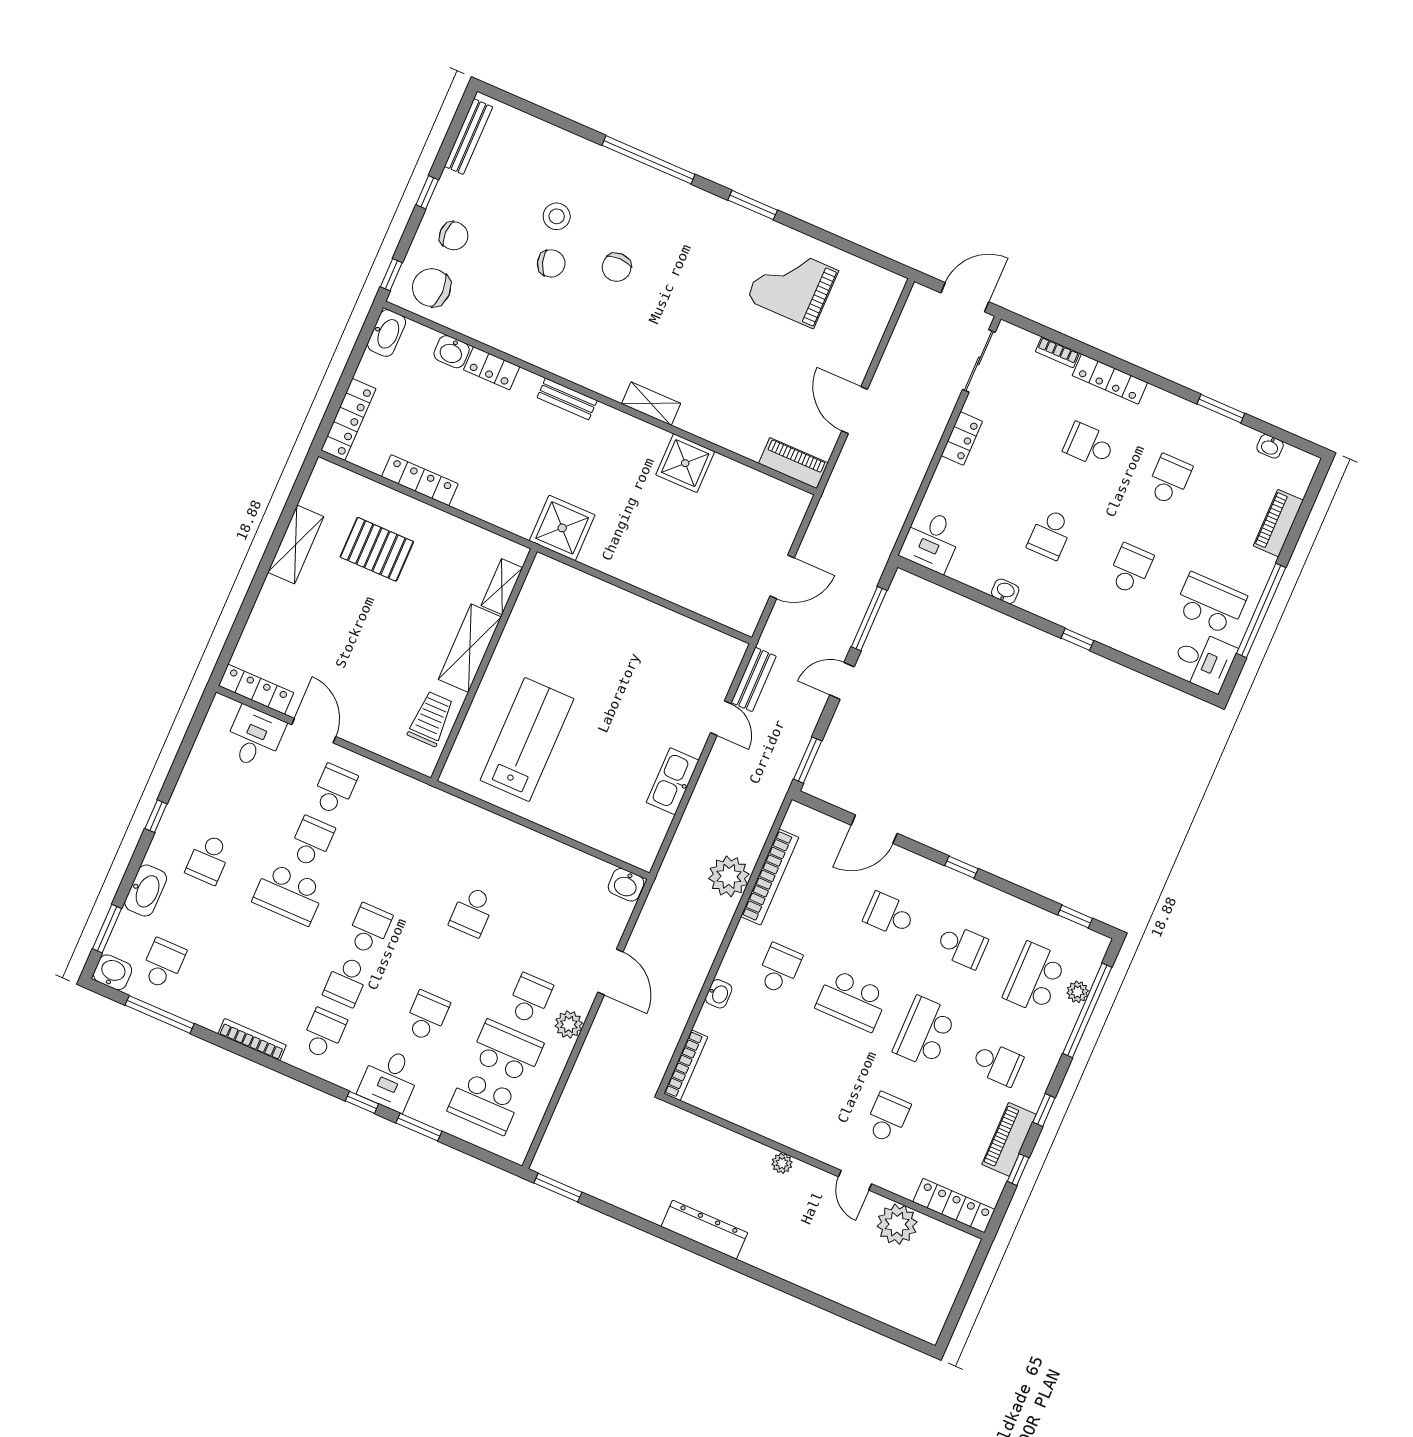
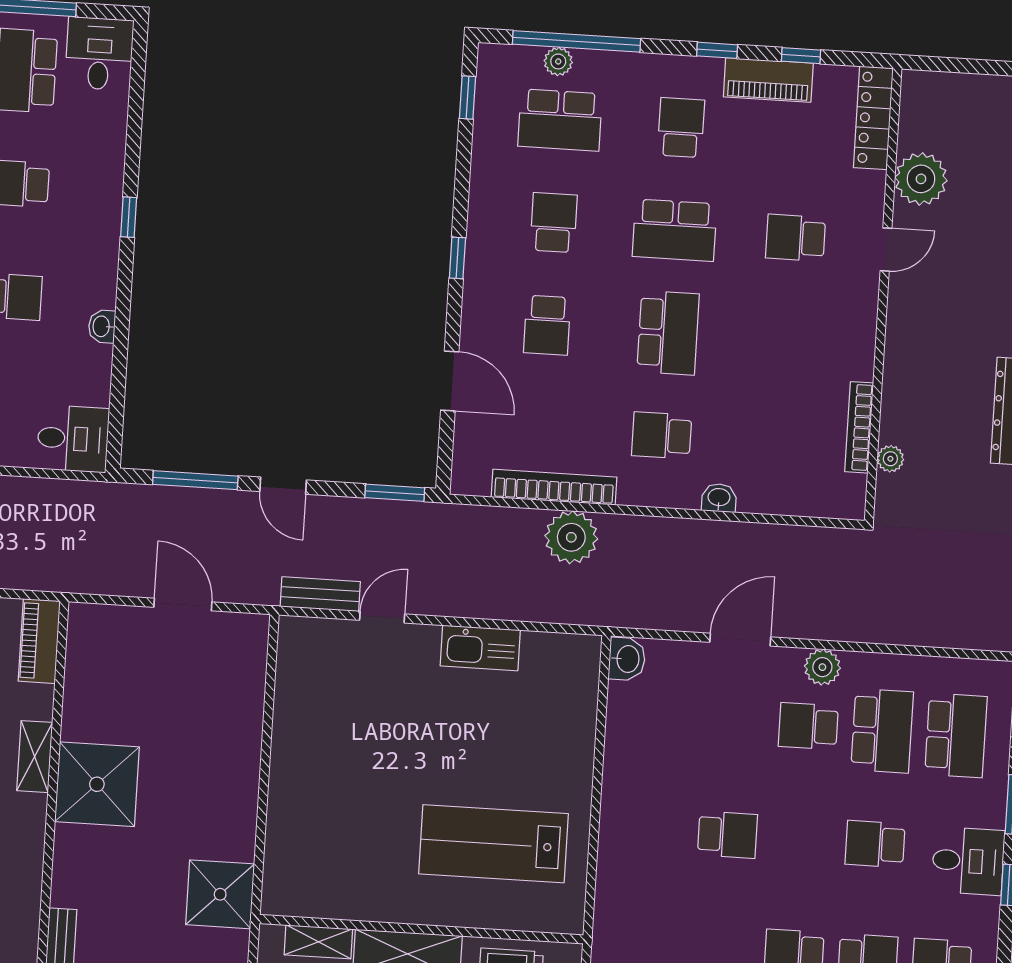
shelving: (651, 404) -> (35, 757), moved
shower: (685, 463) -> (97, 784), width x1.37, depth x1.37
school desk: (507, 1051) -> (882, 731), turned 180
bookcase: (686, 1065) -> (859, 427), moved, turned -90
plant: (782, 1163) -> (890, 459), moved

